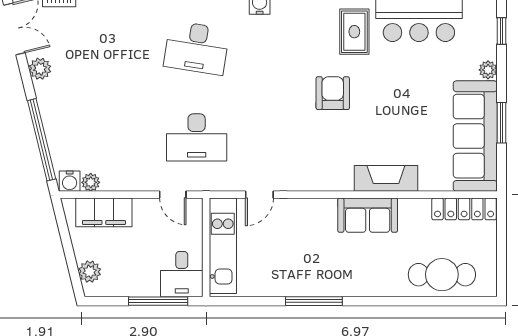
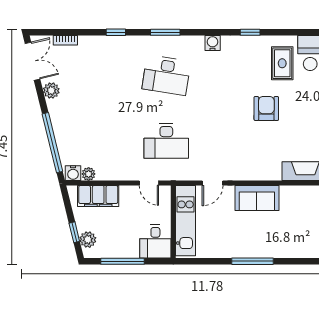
sofa: (368, 215) -> (257, 198), moved
window: (71, 262) -> (74, 232), added
window: (158, 301) -> (123, 261), moved

